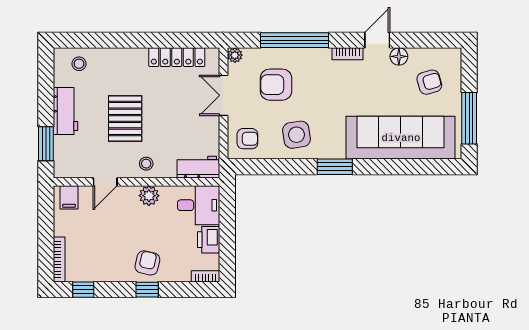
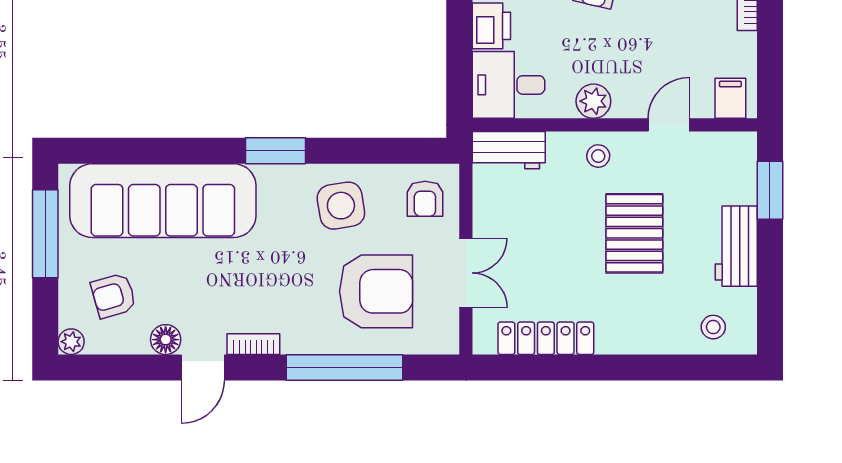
plant: (235, 55) -> (71, 342), moved
armchair: (276, 85) -> (376, 291), width x1.36, depth x1.36
armchair: (247, 139) -> (425, 199), turned -90

